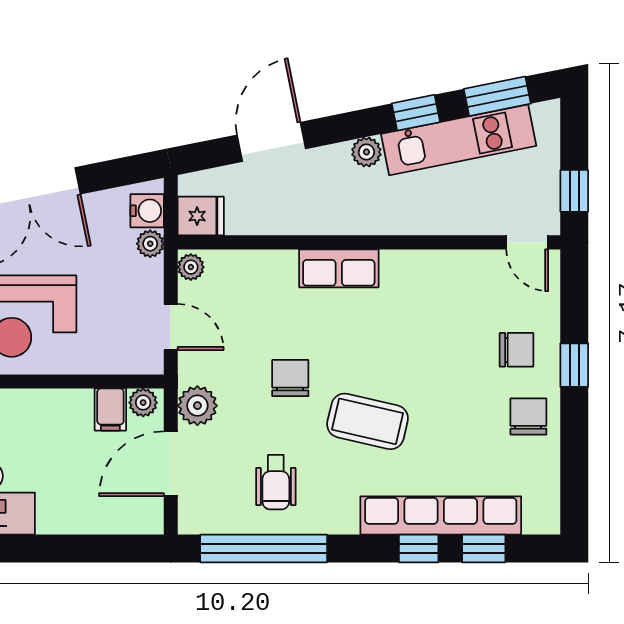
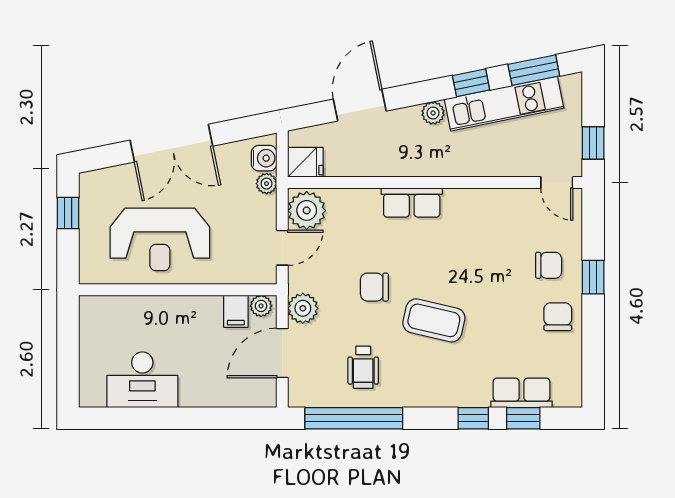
plant: (191, 267) -> (307, 210), width x1.88, depth x1.88
door: (171, 327) -> (282, 248), hinge flipped
chair: (290, 378) -> (374, 287), turned -90
row of seats: (441, 515) -> (522, 393), width x0.50

